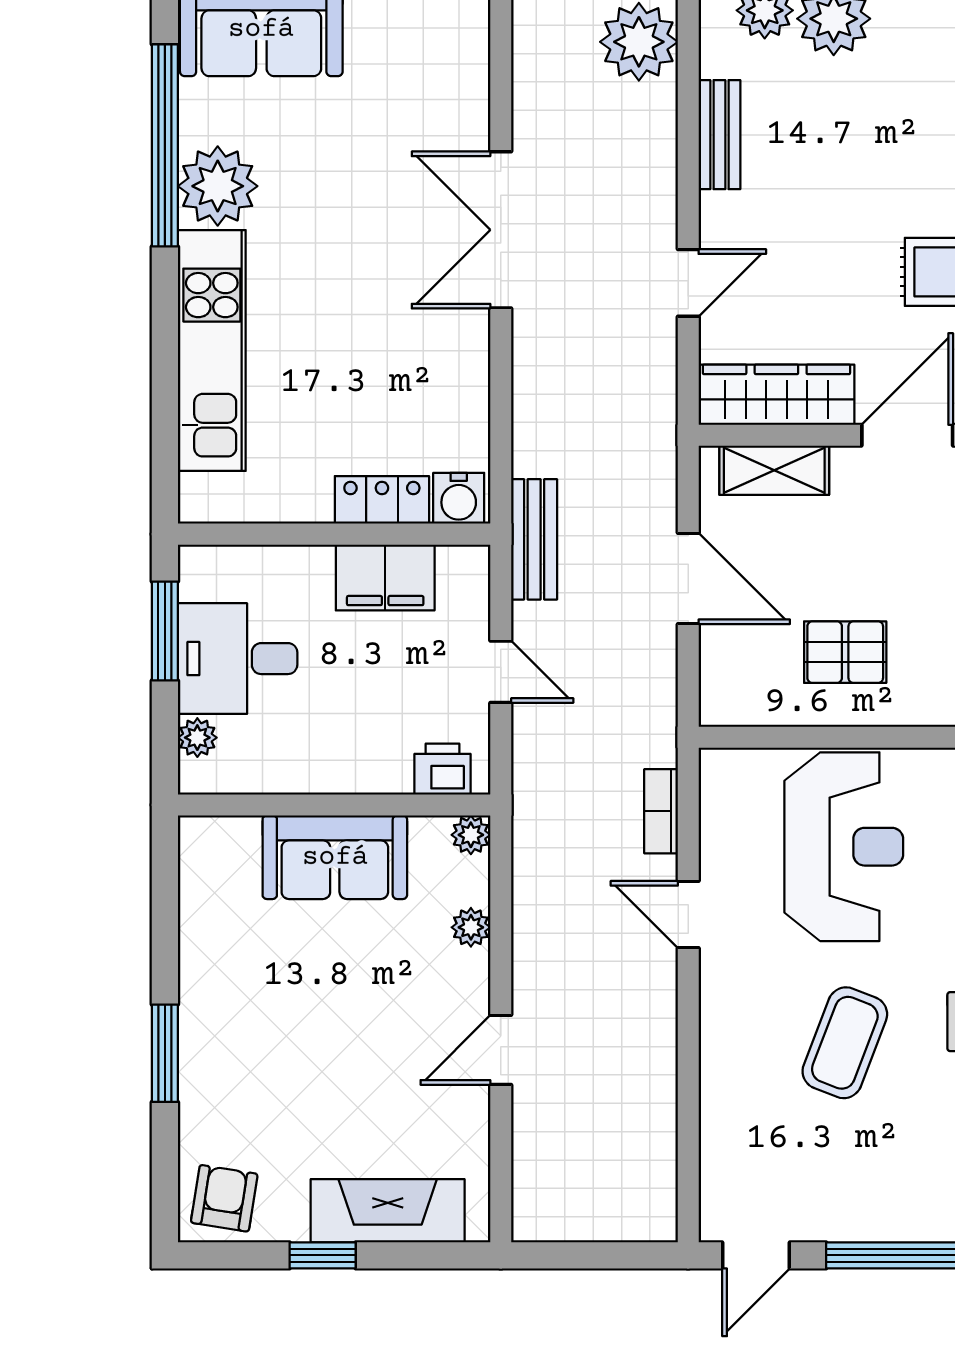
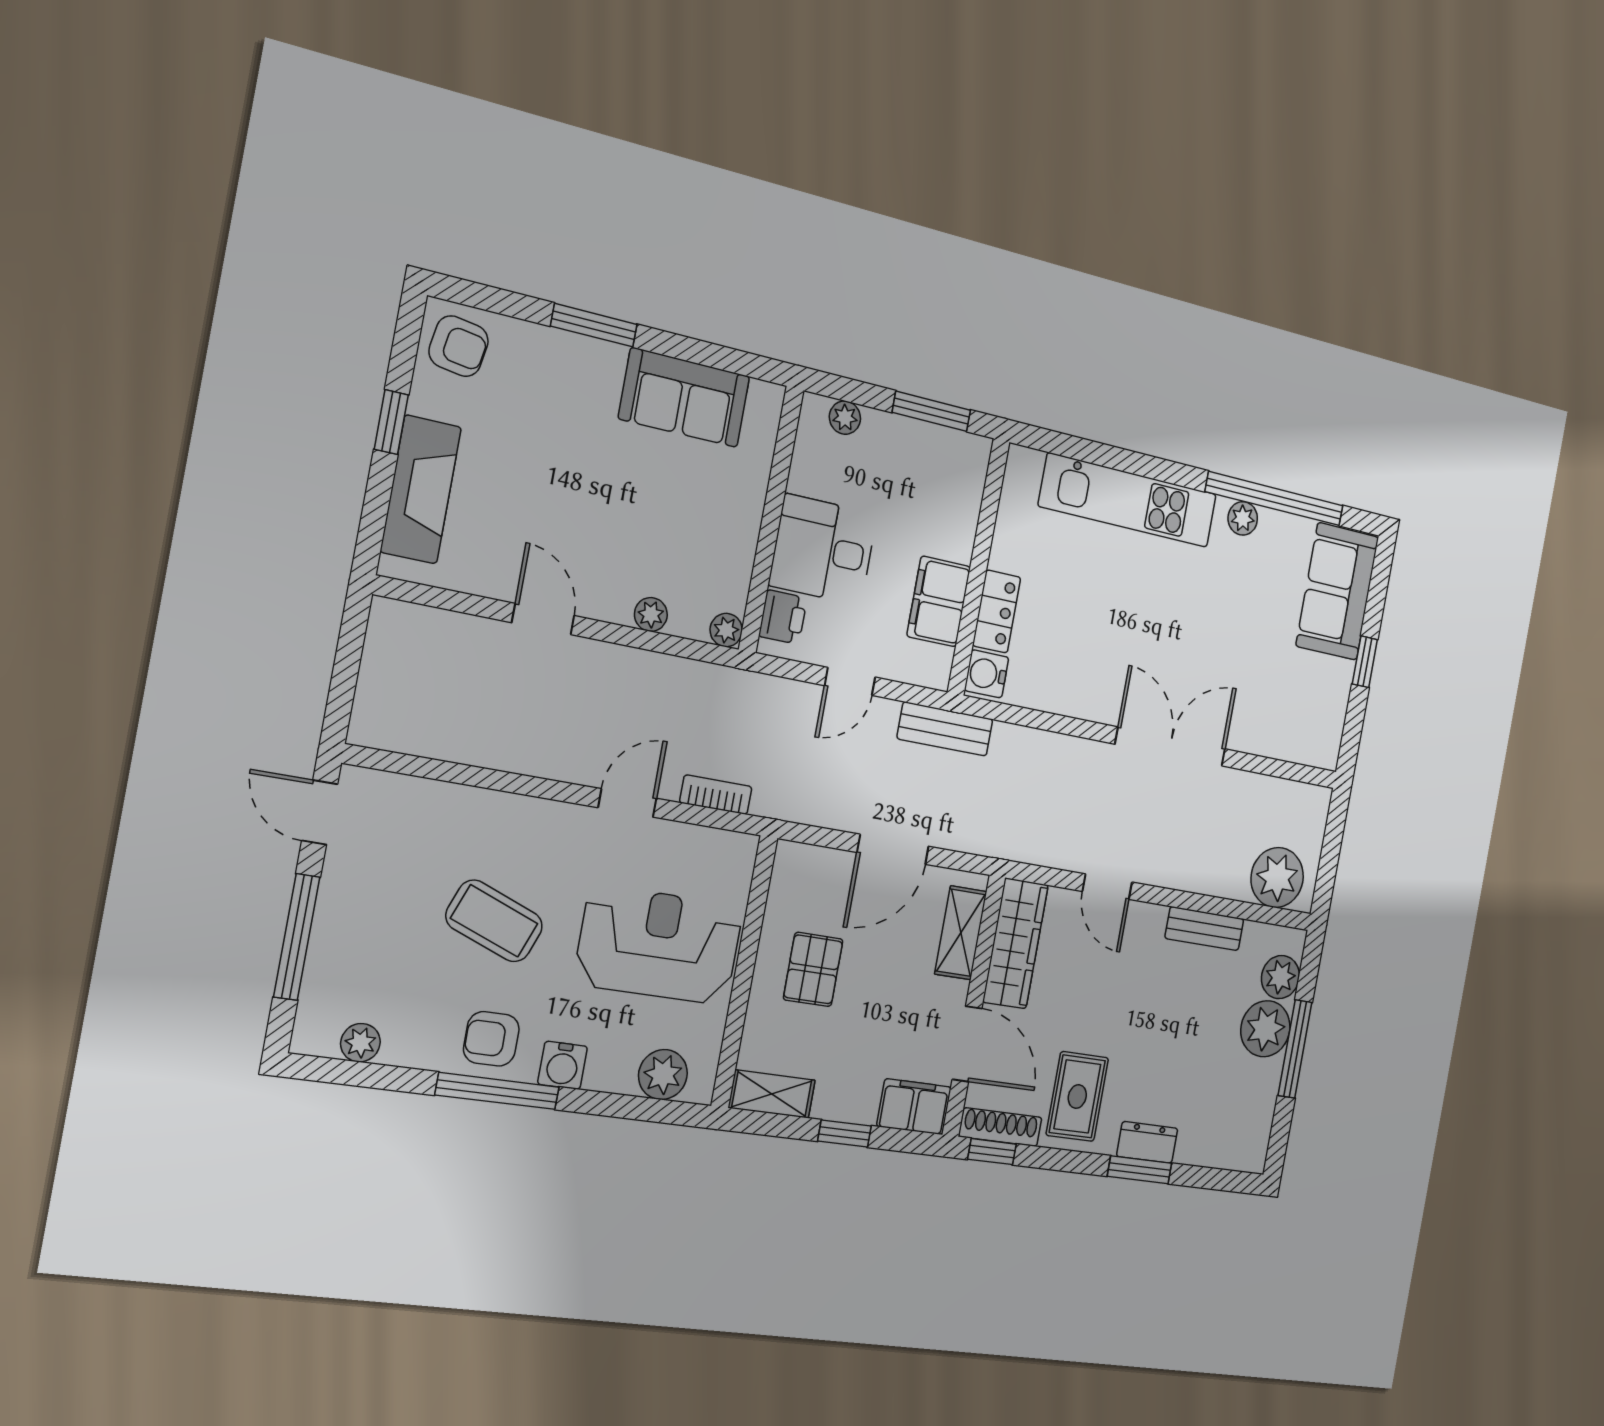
plant: (218, 186) -> (1243, 518), width x0.53, depth x0.53
desk: (238, 659) -> (823, 550), moved, turned -90
reception desk: (844, 847) -> (659, 945), turned 180
sofa: (335, 857) -> (684, 398), moved, turned -90

